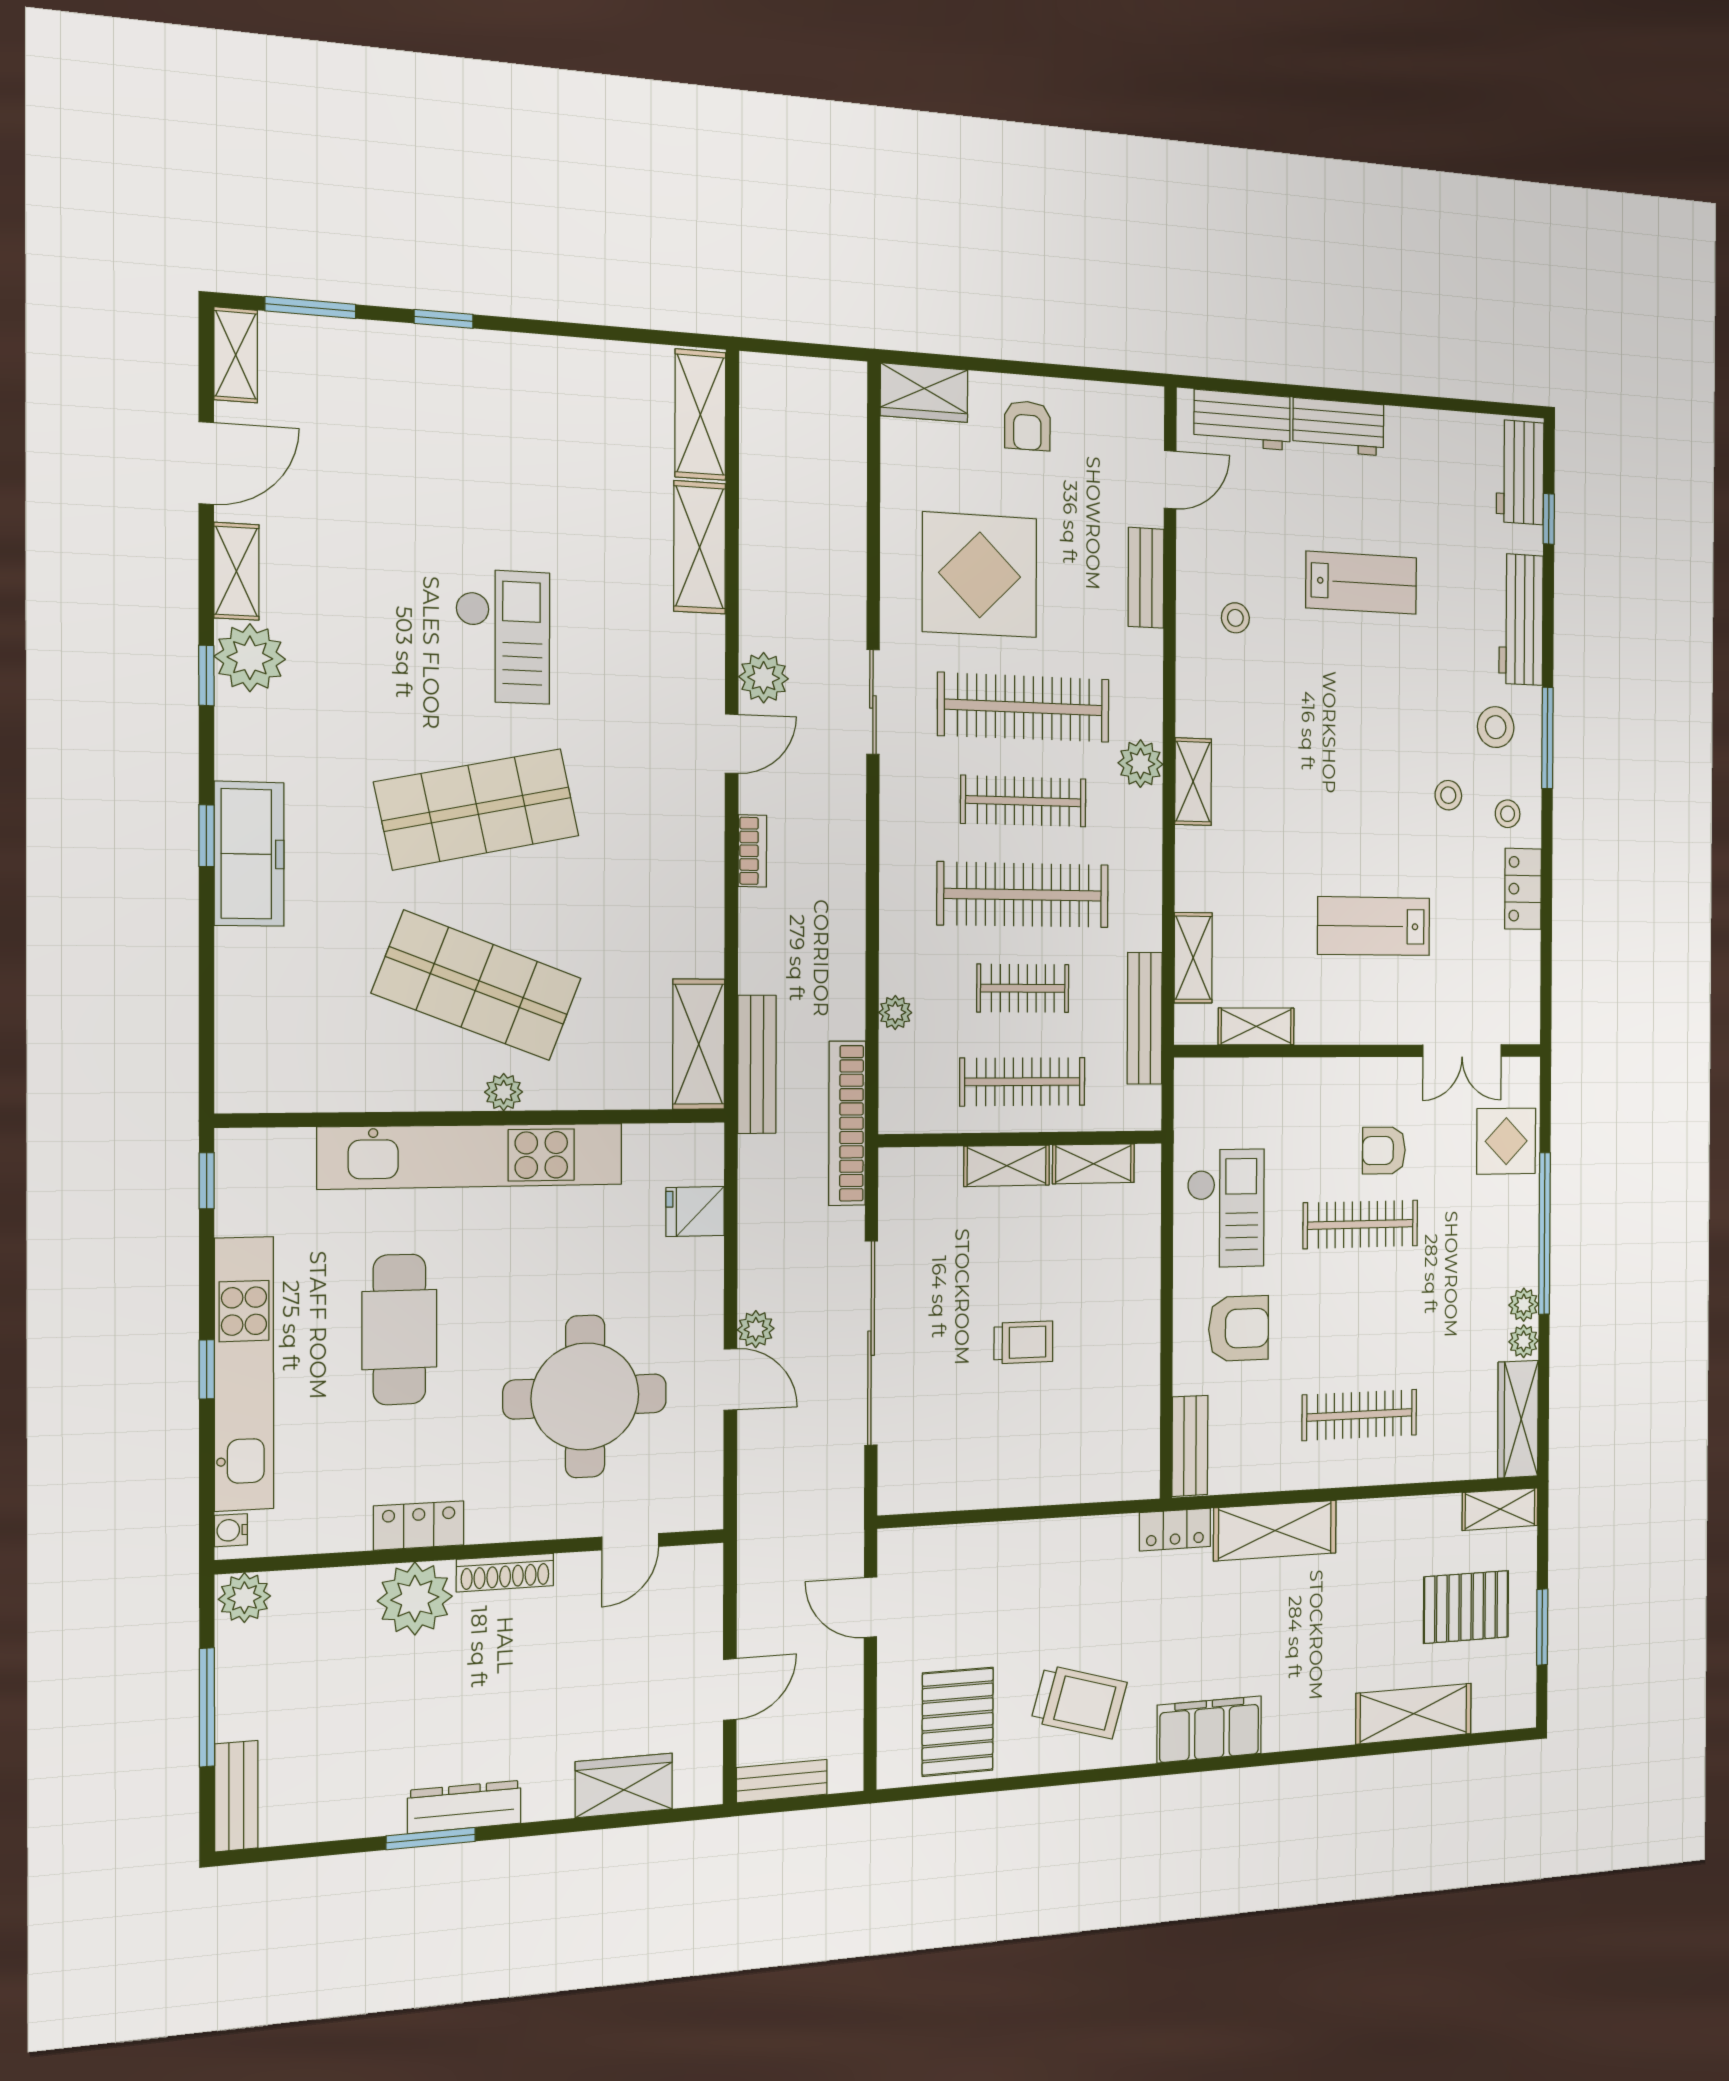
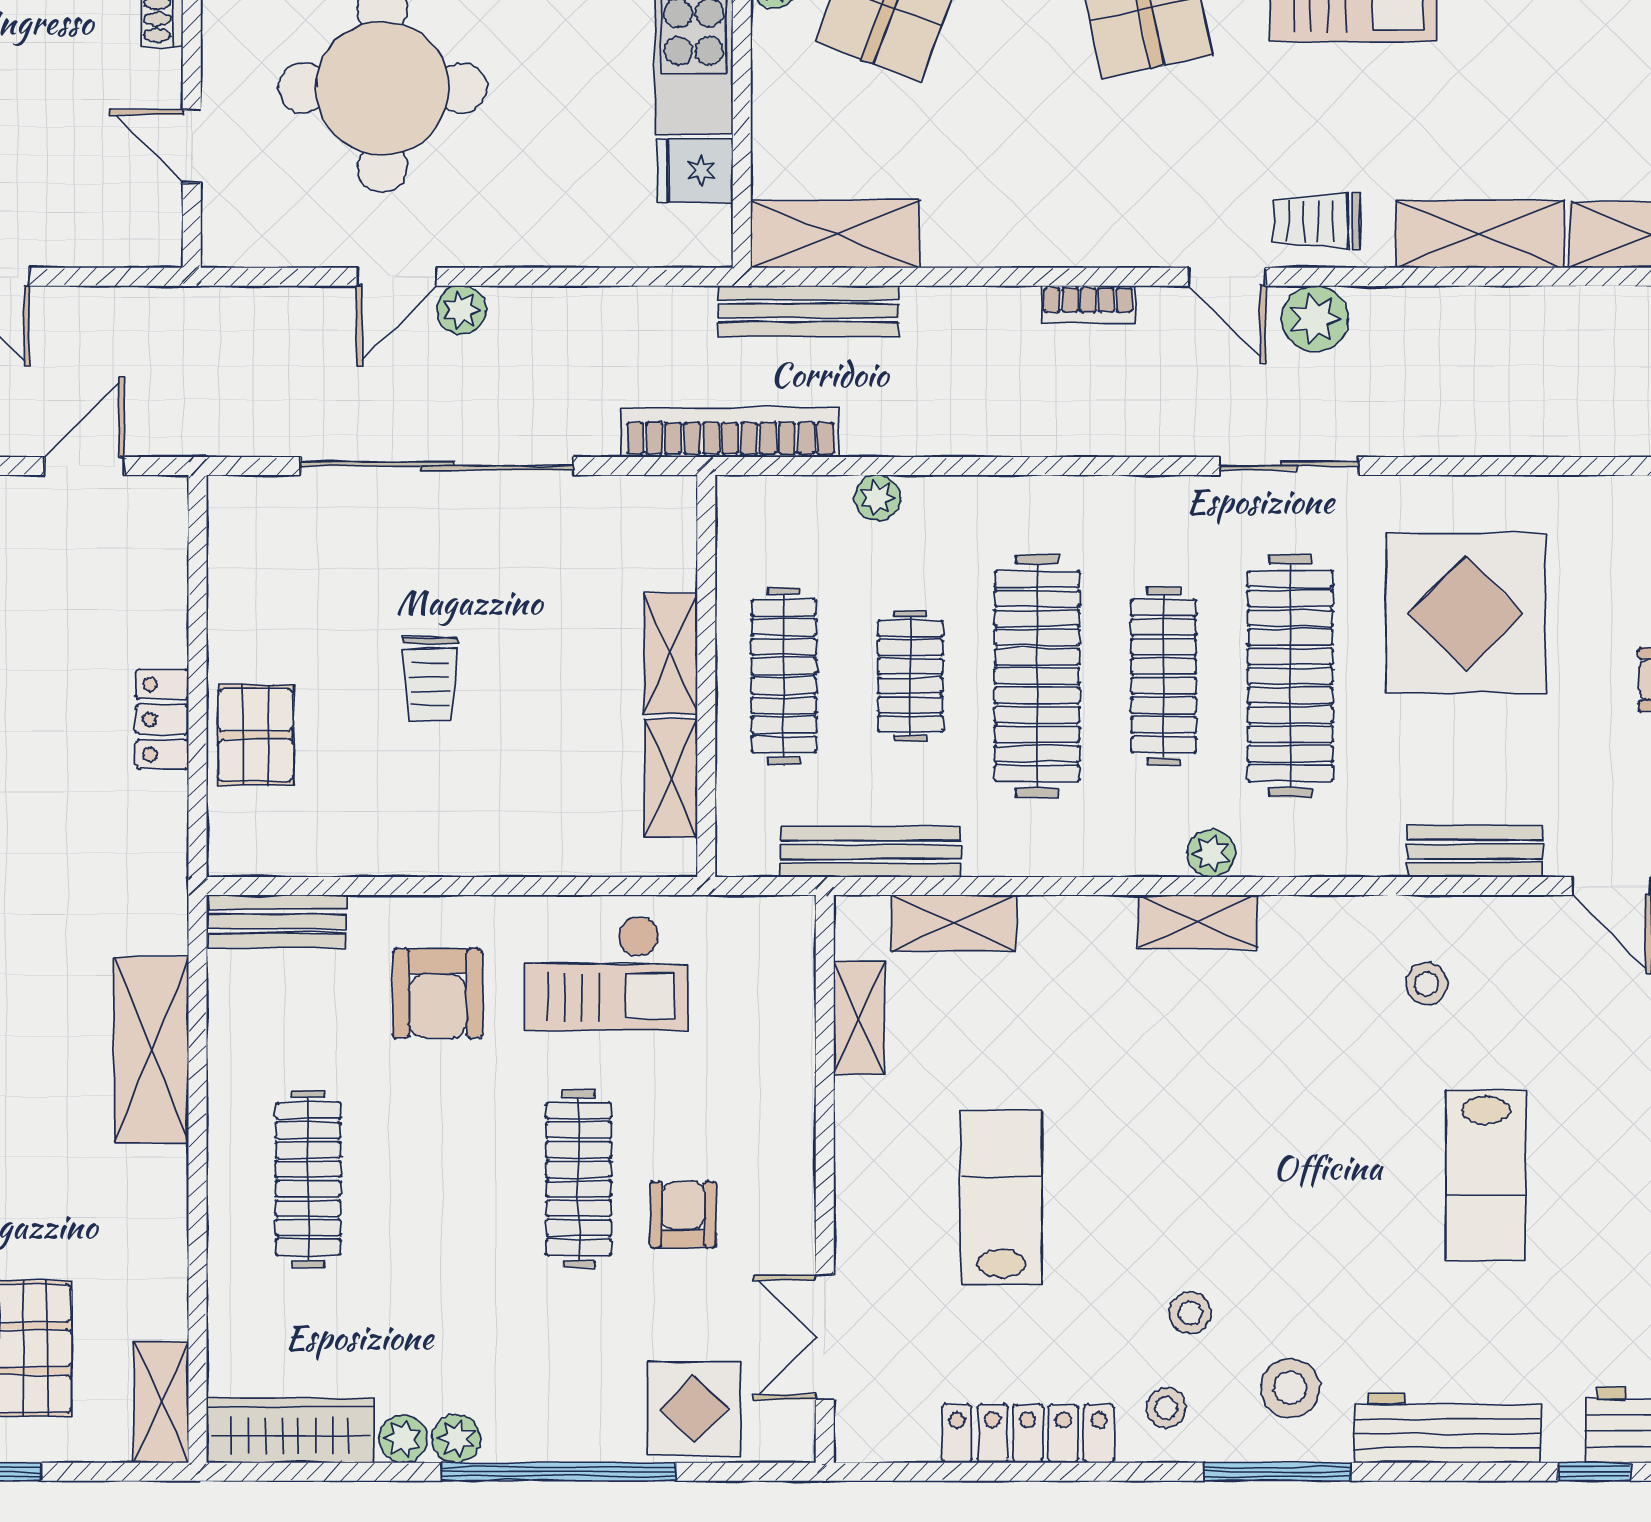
trolley: (689, 673) -> (1317, 221), added
plant: (1140, 764) -> (1211, 853), width x0.73, depth x0.73
locker: (1523, 889) -> (1028, 1434), width x1.53
fridge: (695, 1211) -> (695, 171), moved, turned -90
pallet: (1063, 1468) -> (256, 735), added
locker: (1175, 1529) -> (162, 719), moved

